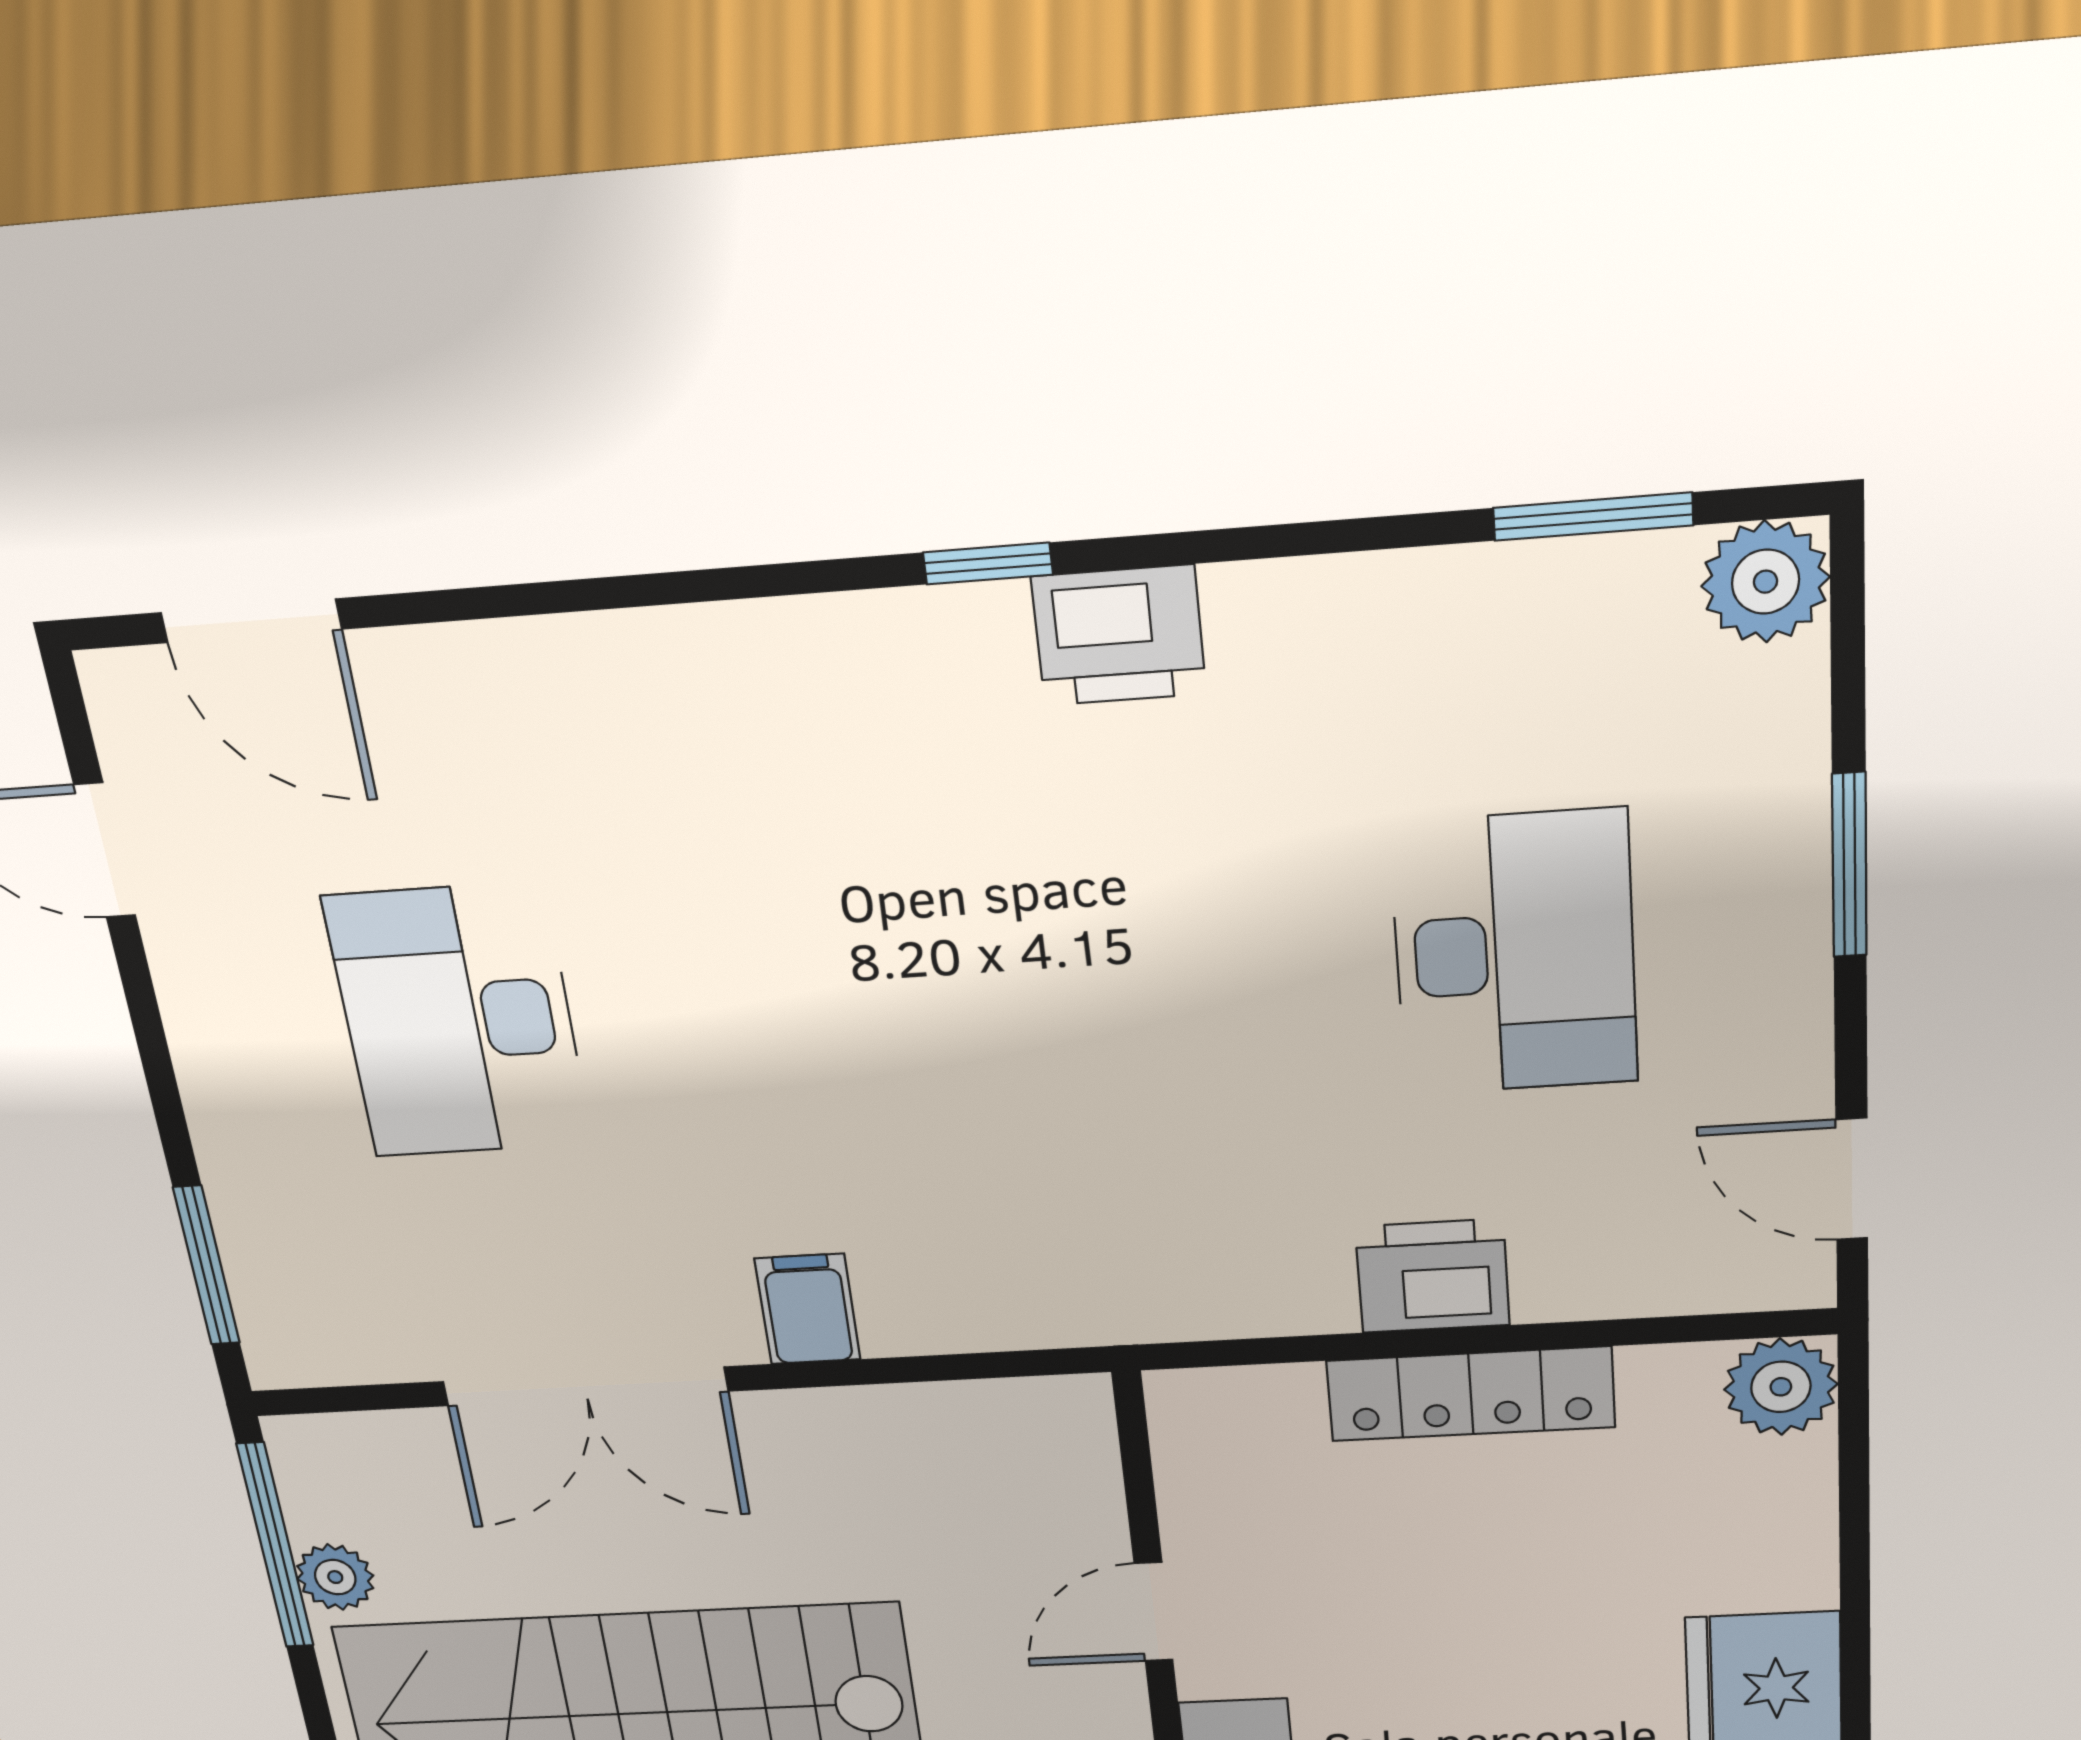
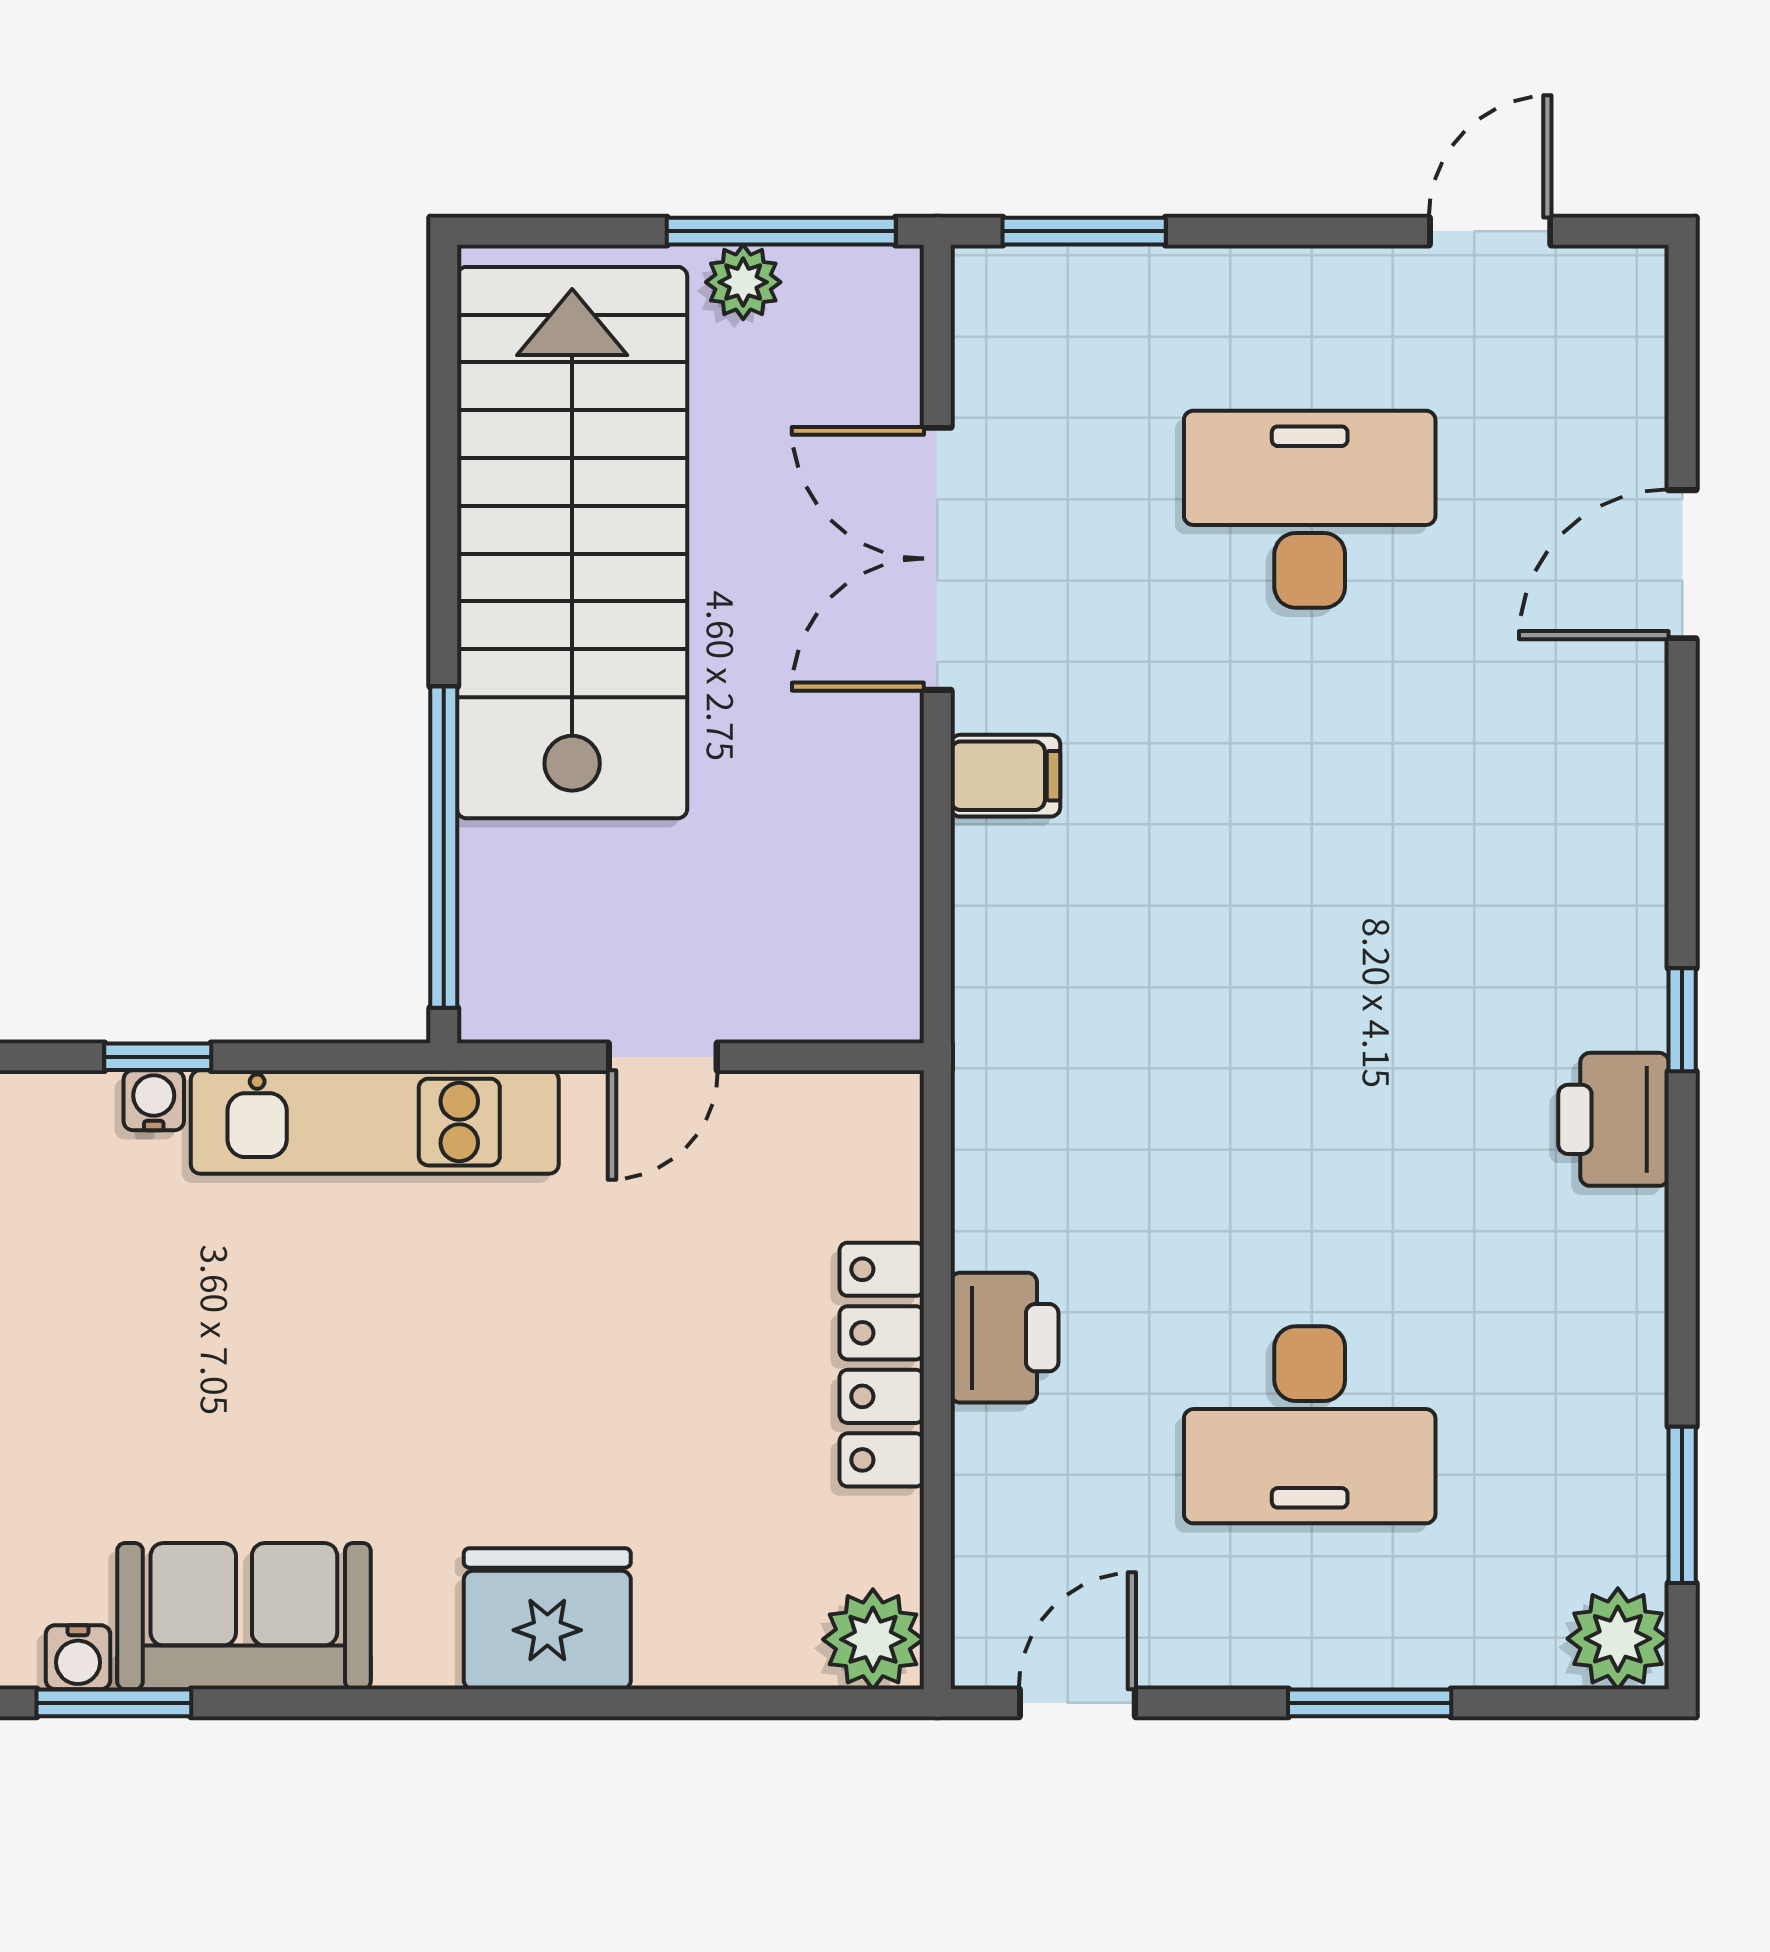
door: (251, 621) -> (1682, 564), moved
door: (1154, 1612) -> (663, 1057), swing flipped

